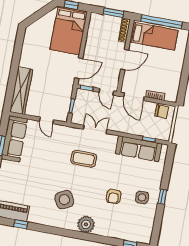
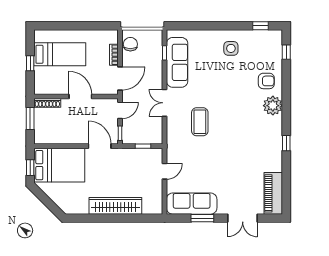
window: (161, 22) -> (30, 63), width x0.32
bed: (154, 36) -> (60, 54), moved, turned 90
wardrobe: (21, 91) -> (115, 206), moved
double door: (95, 129) -> (165, 103), moved
armchair: (114, 197) -> (266, 81), moved
window: (162, 197) -> (261, 26), moved
side table: (64, 200) -> (250, 135), removed
window: (21, 224) -> (286, 143), moved

